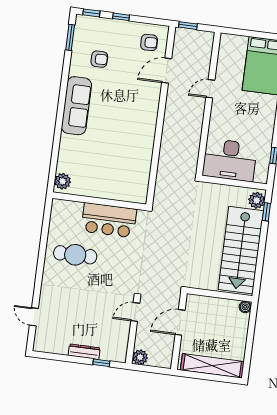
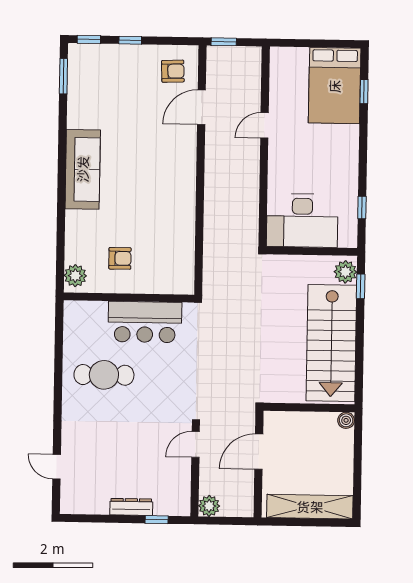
armchair: (99, 59) -> (120, 258), moved

